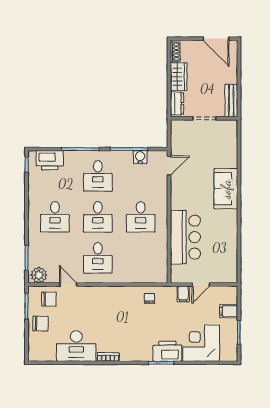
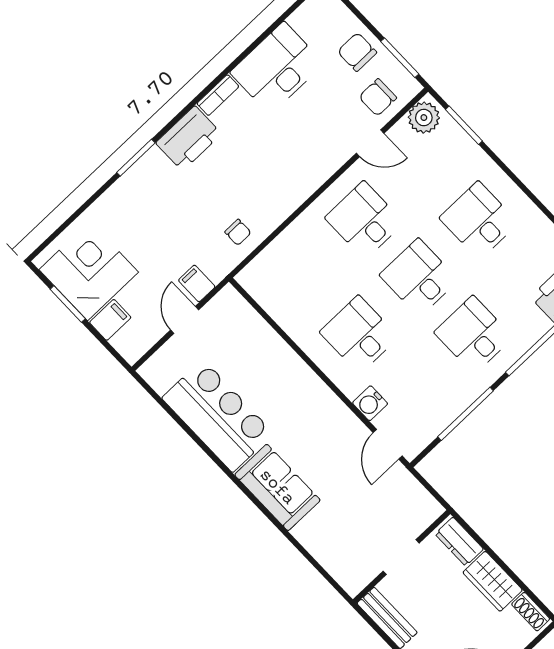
water cooler: (140, 157) -> (370, 403), moved, turned 90
bar counter: (185, 237) -> (218, 416), moved, turned 180
chair: (40, 324) -> (357, 52), turned 89
corner desk: (201, 343) -> (89, 271), moved, turned -90
printer: (167, 351) -> (189, 138), moved

